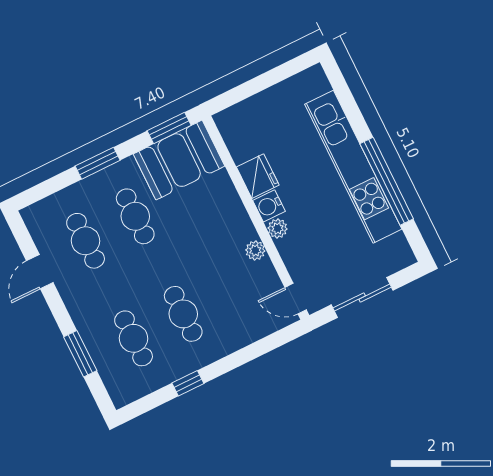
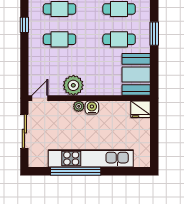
window: (169, 128) -> (154, 77), removed
fridge: (258, 176) -> (141, 109), moved
plant: (255, 250) -> (73, 85), width x1.87, depth x1.87

